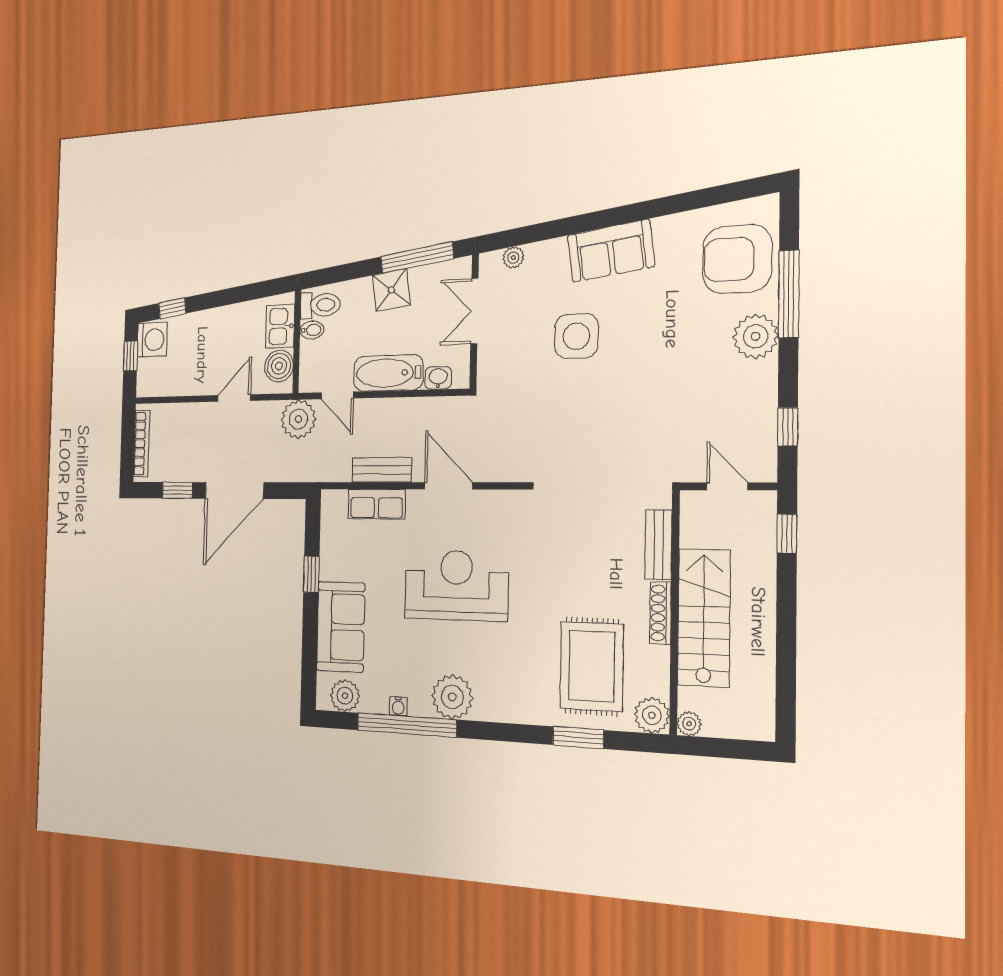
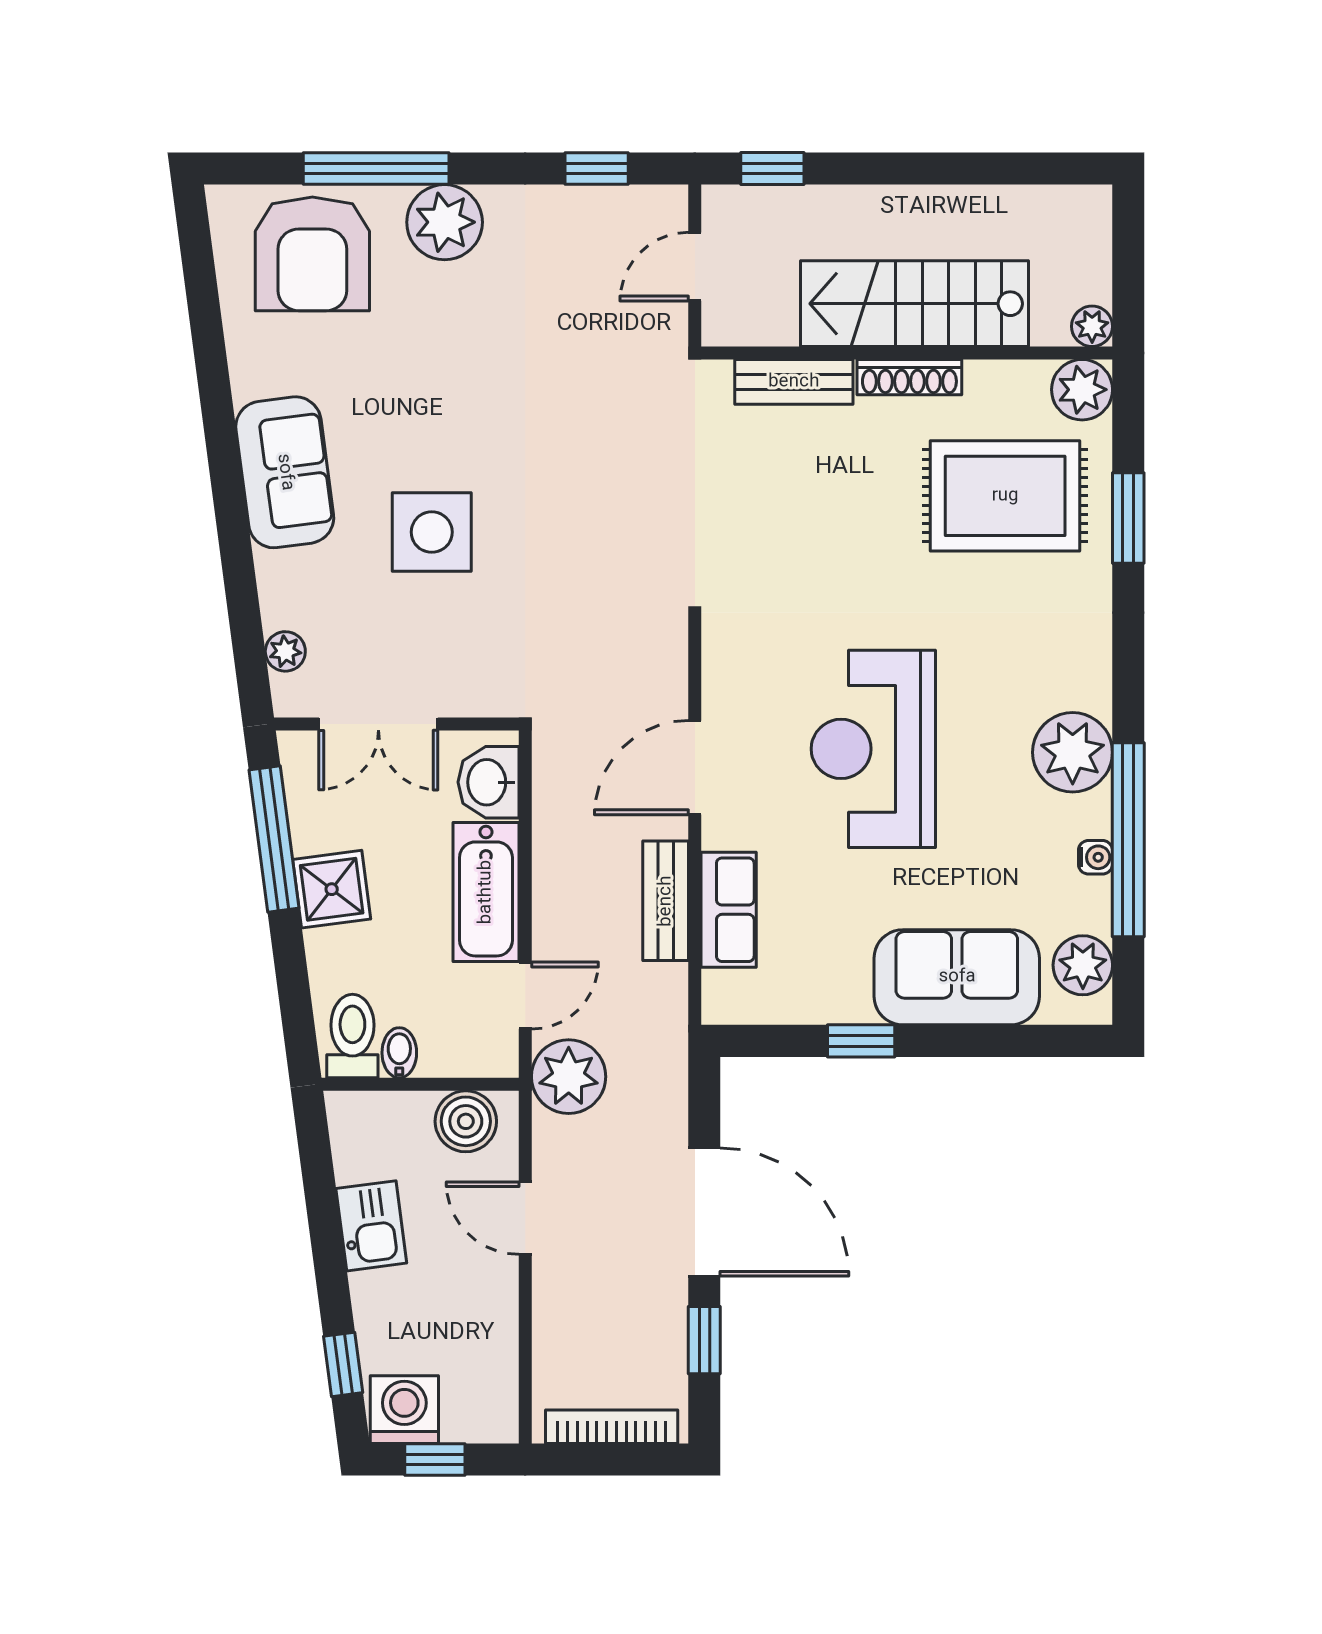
kitchen sink: (280, 326) -> (371, 1226), moved, turned -97
washbasin: (438, 378) -> (489, 782), width x1.38, depth x1.45

